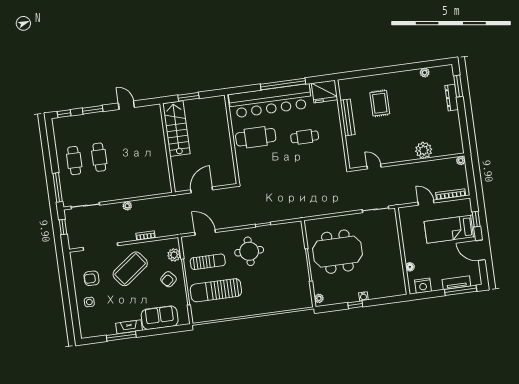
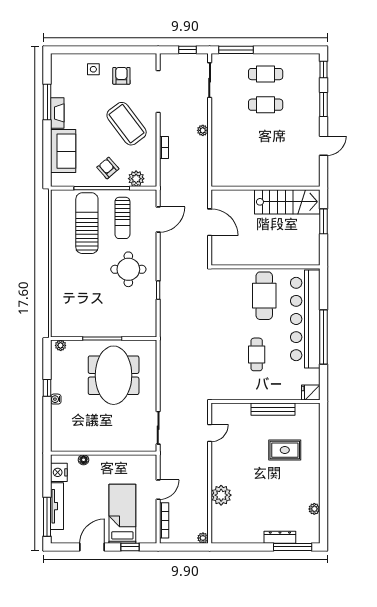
window: (458, 86) -> (293, 547), width x1.44
fridge: (325, 92) -> (311, 392), width x0.53, depth x0.75
tv unit: (456, 283) -> (57, 506), width x1.41

